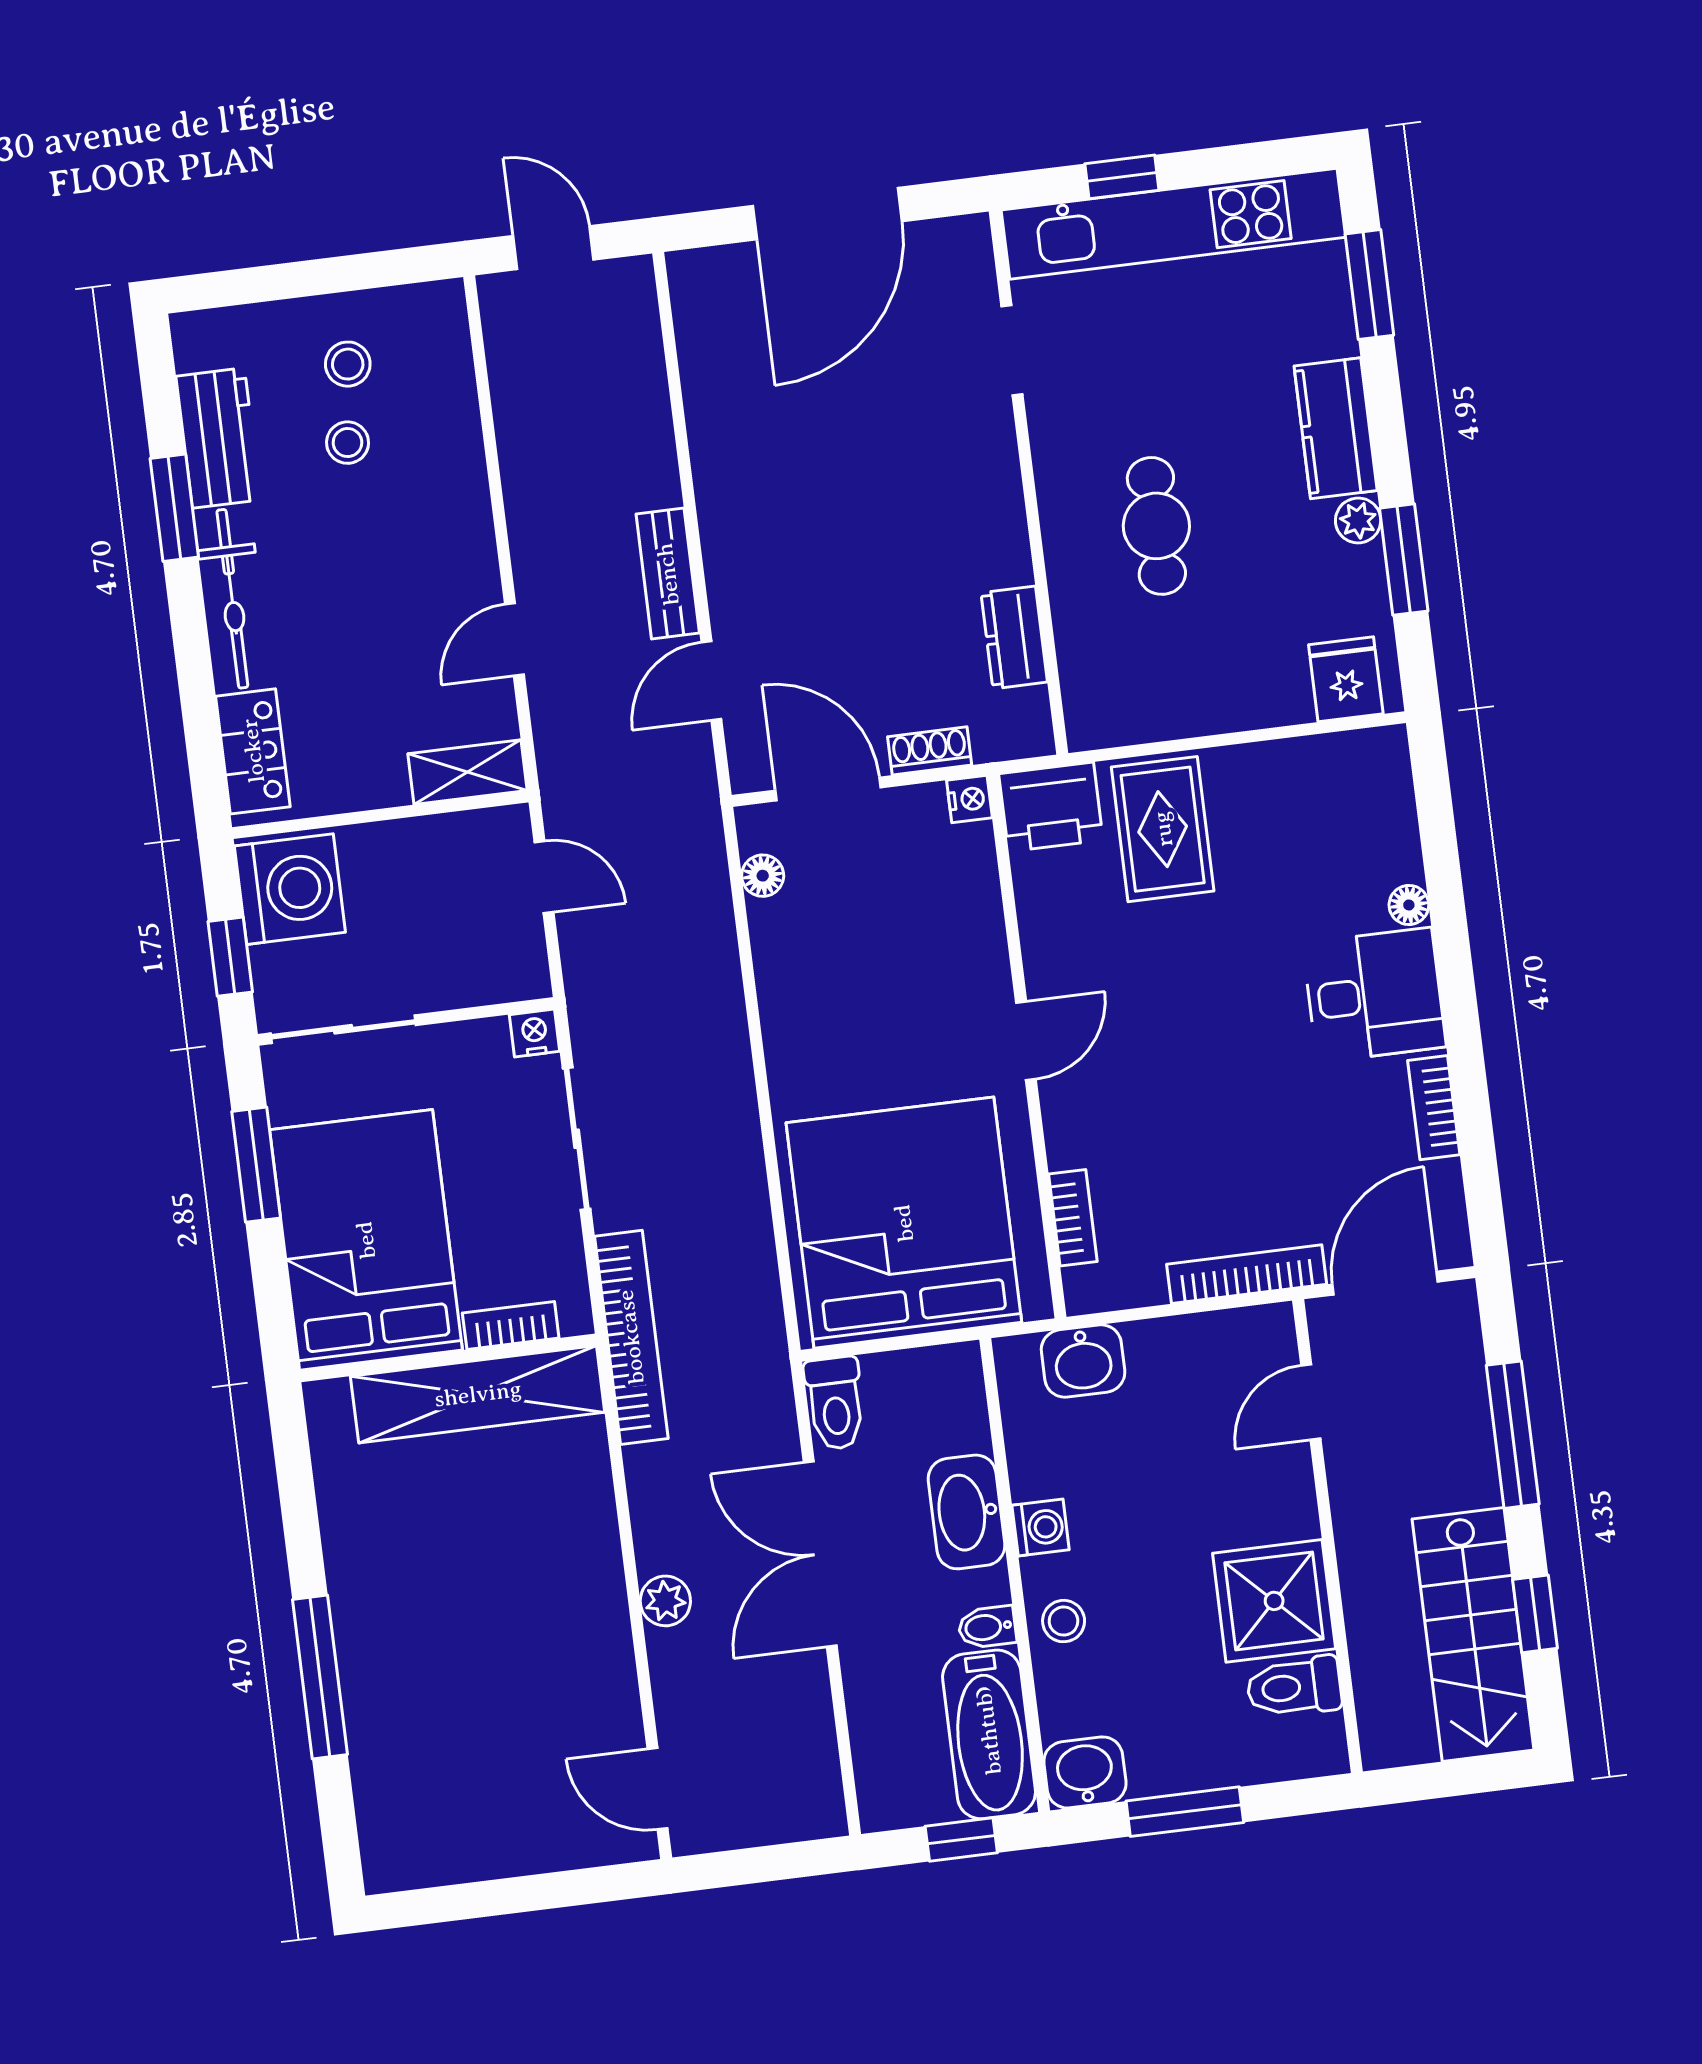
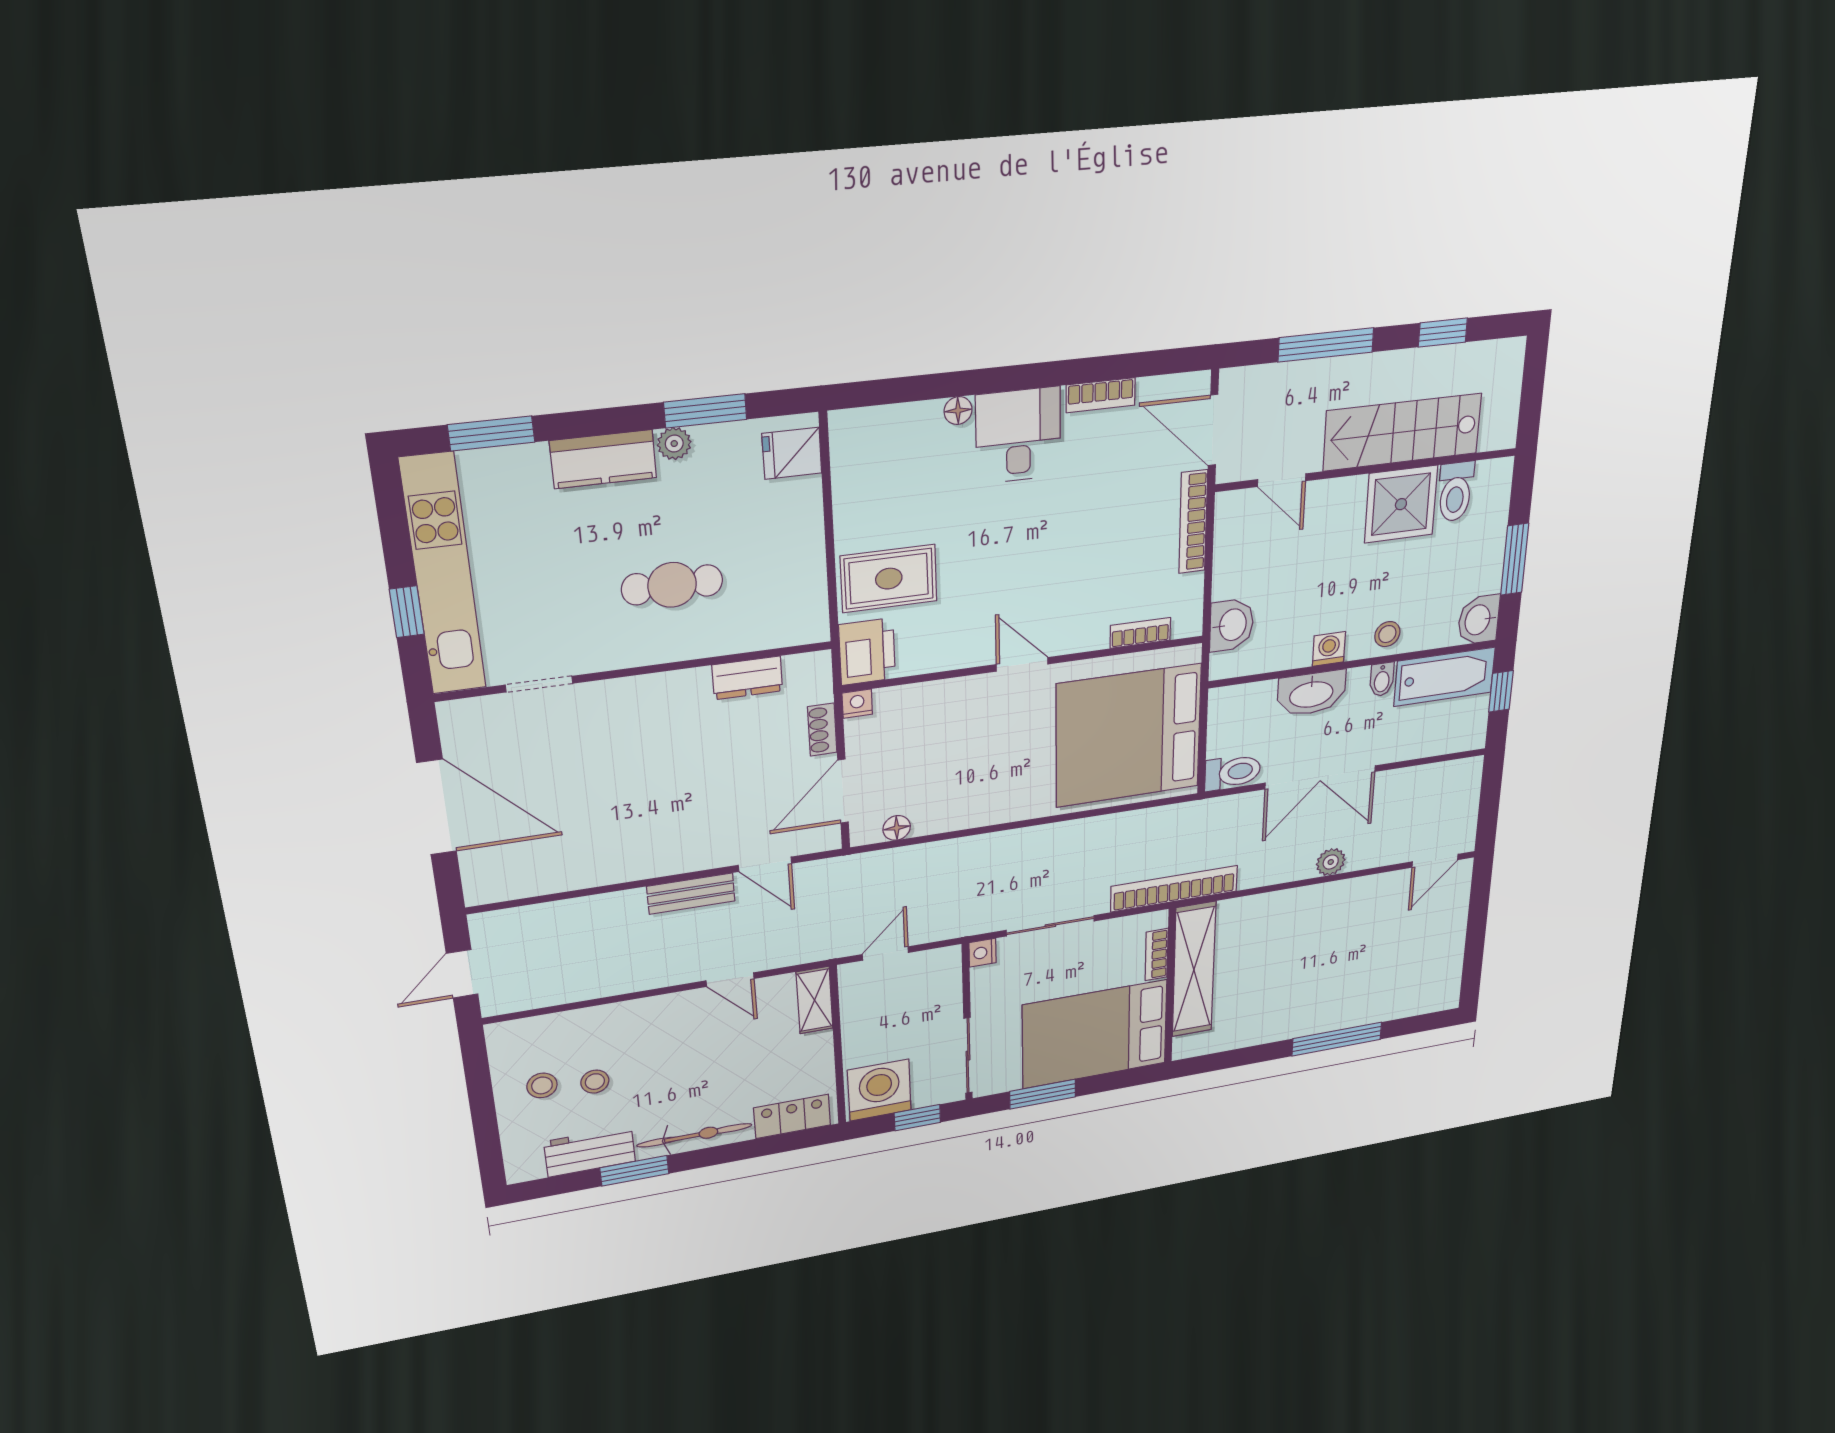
stairs: (1473, 1634) -> (1402, 432), moved, turned 180

